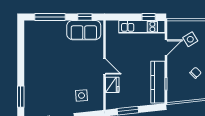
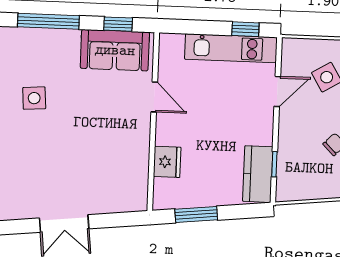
door: (104, 66) -> (154, 97), moved
kitchen counter: (158, 82) -> (258, 174), width x0.67
side table: (81, 96) -> (34, 98), moved

